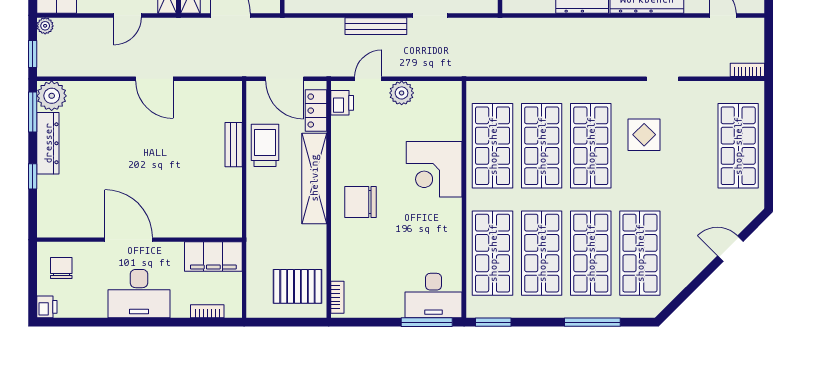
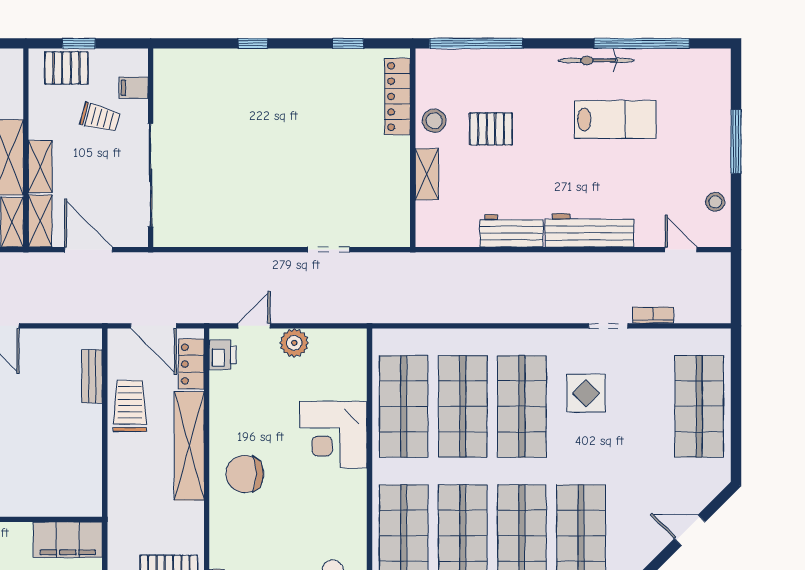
bench: (376, 26) -> (263, 262), removed
bookcase: (747, 70) -> (653, 315), moved
bench: (234, 145) -> (92, 376), moved

